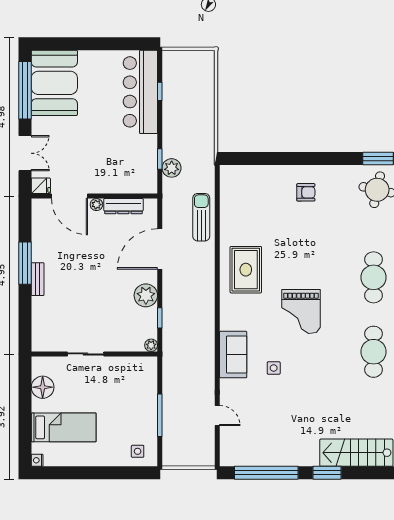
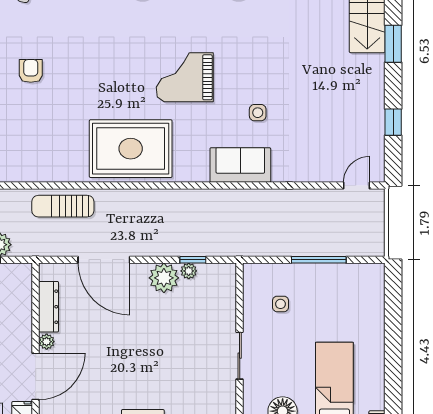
rug: (246, 270) -> (131, 149), width x1.37, depth x1.44
grand piano: (301, 312) -> (185, 77), turned 180
plant: (151, 345) -> (189, 271), moved
door: (217, 416) -> (357, 186), moved
side table: (138, 451) -> (280, 304), moved
window: (266, 473) -> (393, 122), width x0.32

